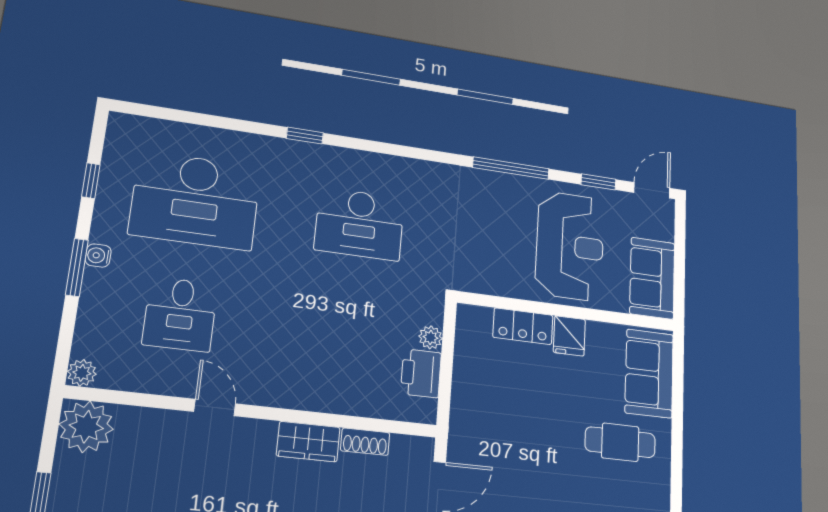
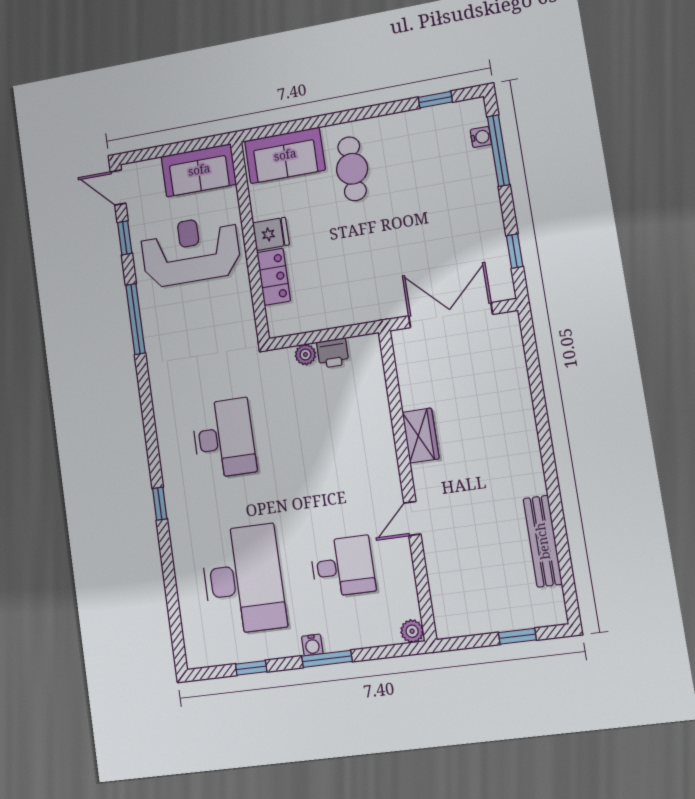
printer: (421, 373) -> (333, 353), width x0.73, depth x0.81
plant: (86, 427) -> (455, 616), removed
shoe rack: (365, 442) -> (409, 388), removed

